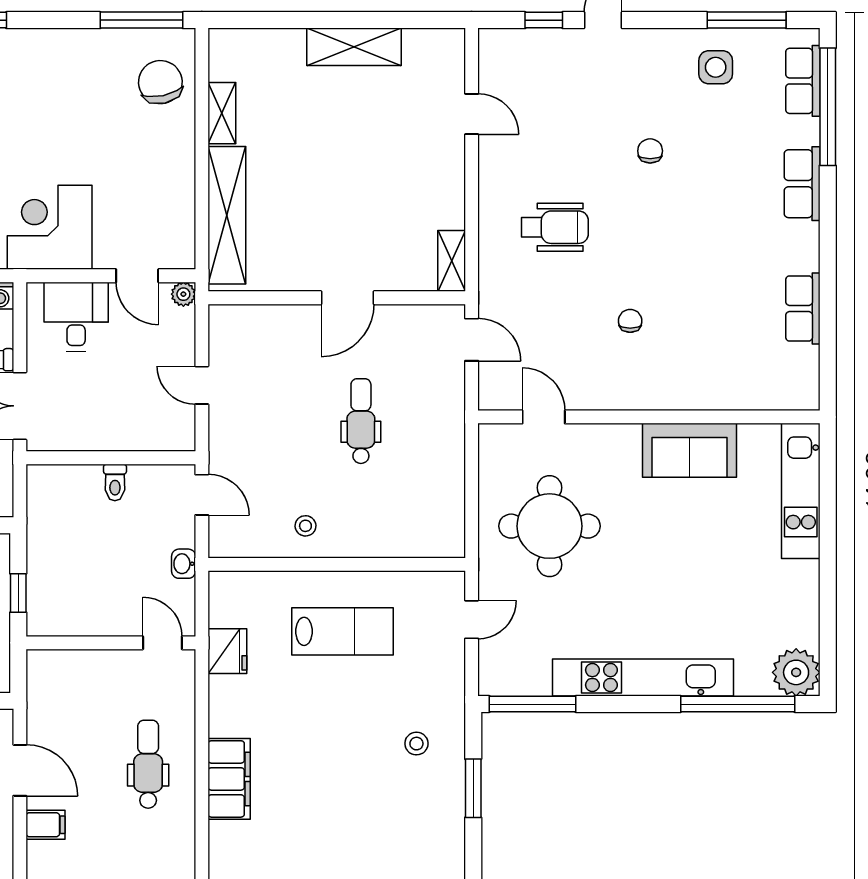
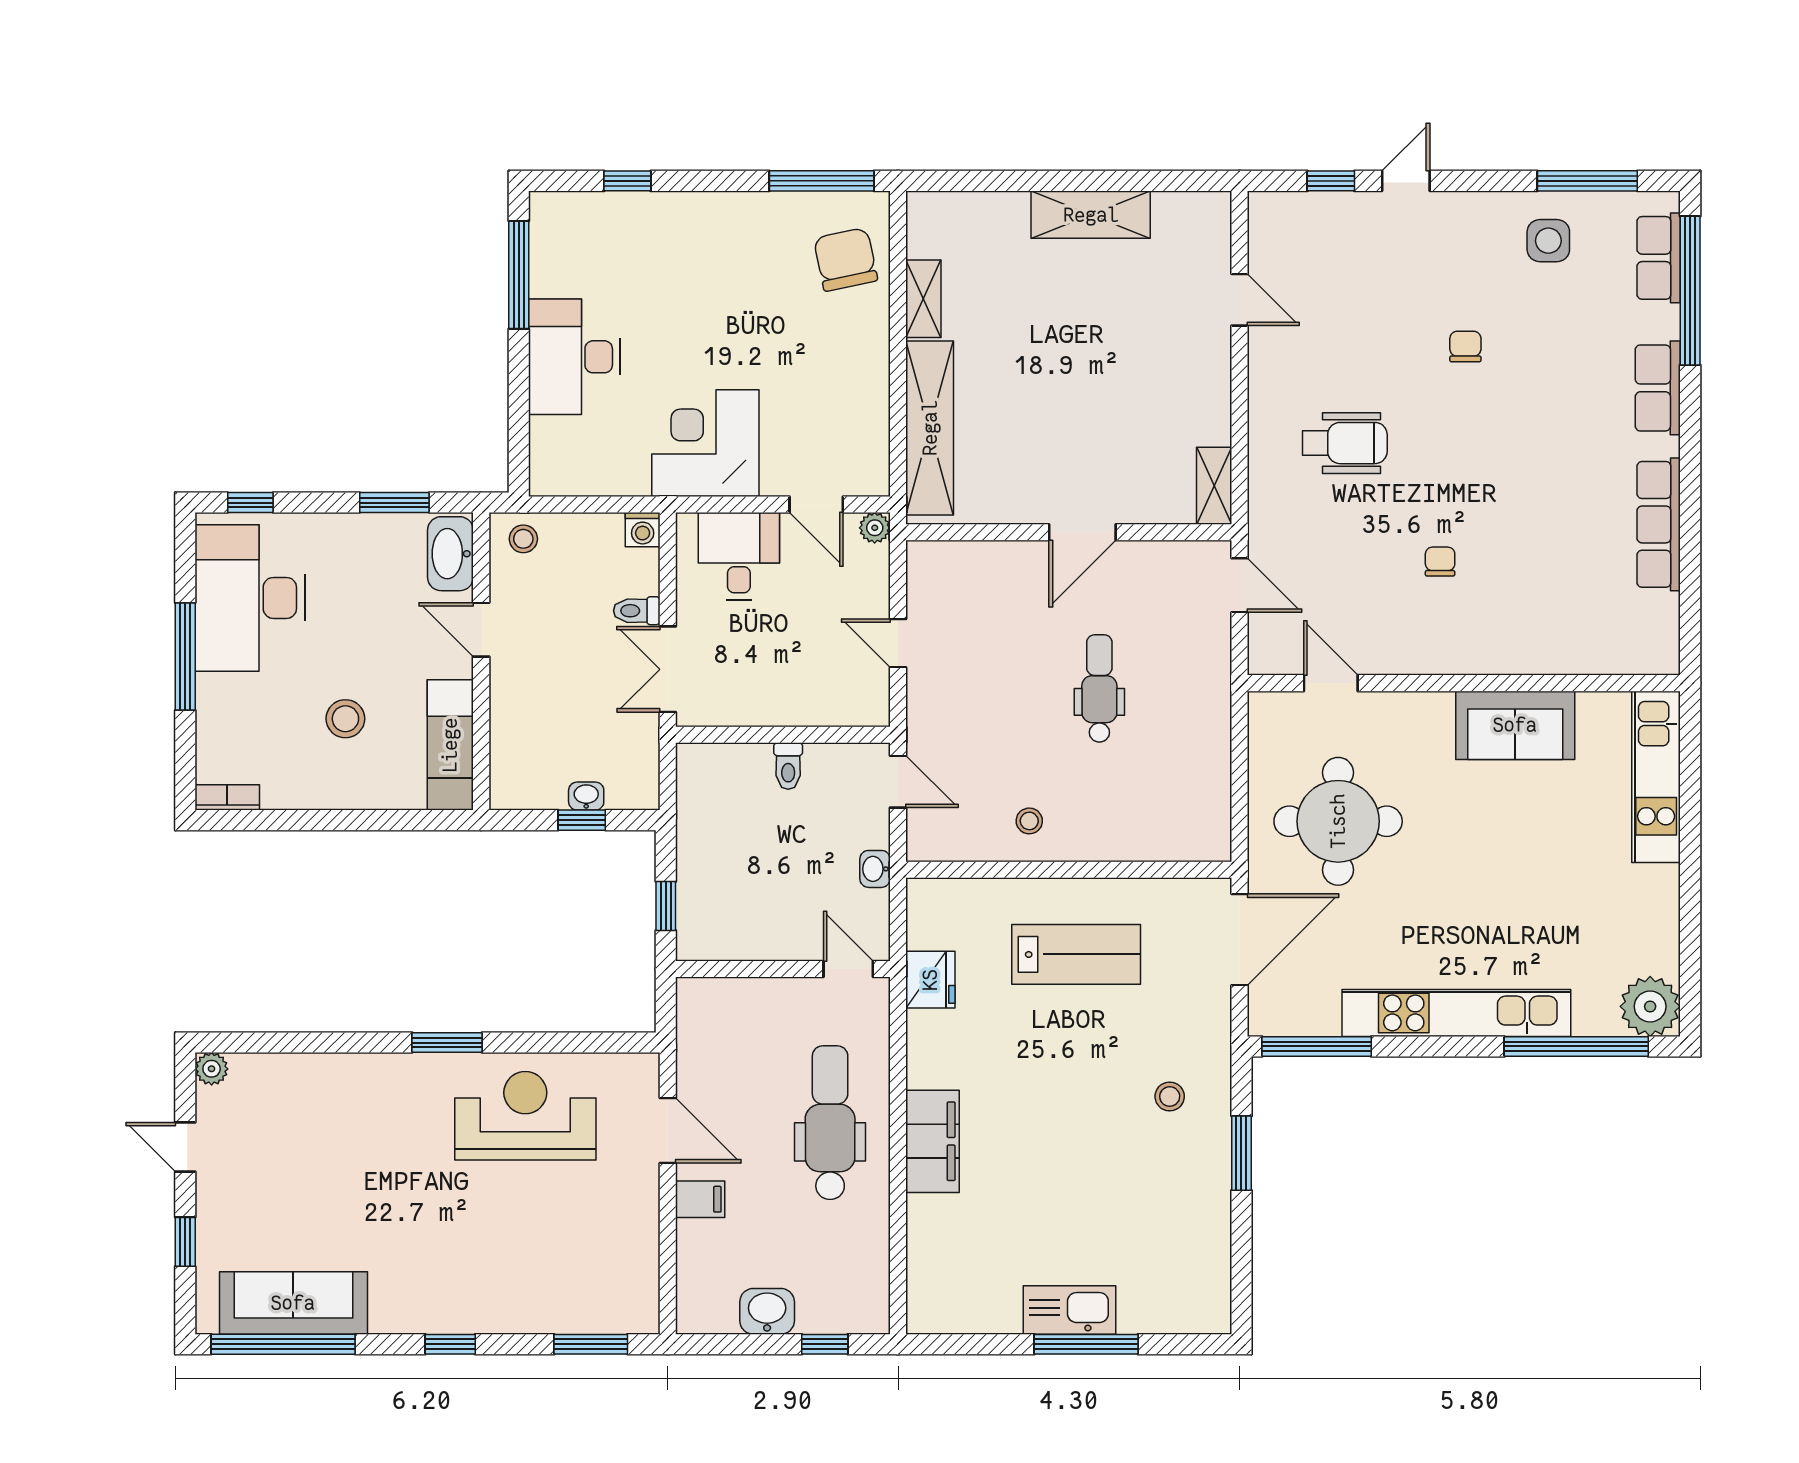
row of seats: (803, 309) -> (1659, 524), width x1.48
door: (472, 620) -> (1239, 940), width x1.87
dental chair: (148, 764) -> (830, 1123), width x1.36, depth x1.38

